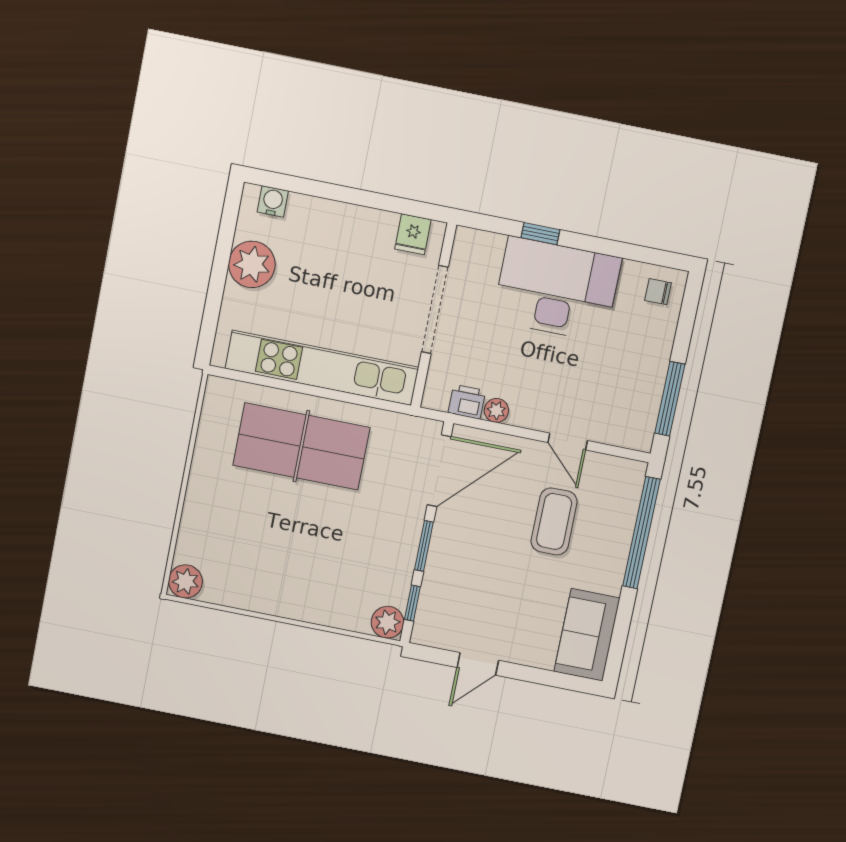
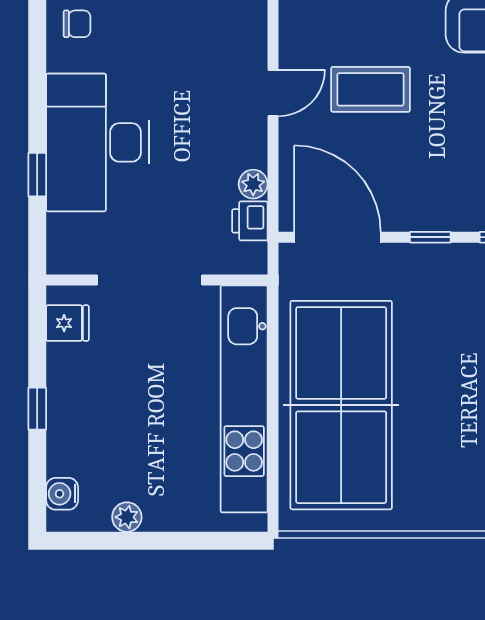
window: (347, 195) -> (37, 409), added
plant: (252, 264) -> (127, 517), width x0.53, depth x0.53
chair: (658, 292) -> (77, 24), turned -90
table tennis table: (301, 446) -> (341, 405), width x1.36, depth x1.32
window: (424, 546) -> (430, 237), width x0.67

